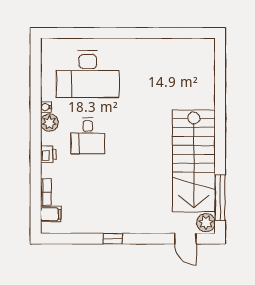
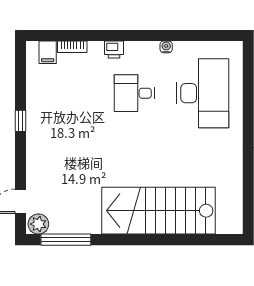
desk: (88, 74) -> (203, 93), turned 180
plant: (49, 123) -> (149, 51), removed
stairs: (194, 161) -> (159, 211), moved

